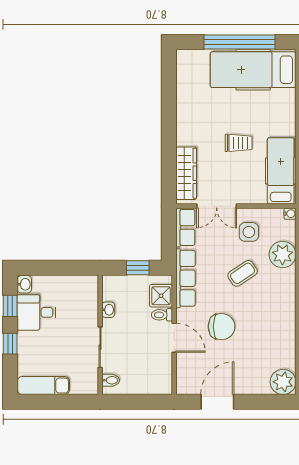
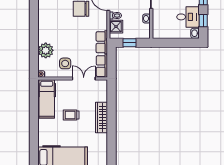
wardrobe: (186, 173) -> (101, 118), moved
coffee table: (243, 273) -> (69, 40), removed
row of seats: (185, 278) -> (102, 42), width x0.68

